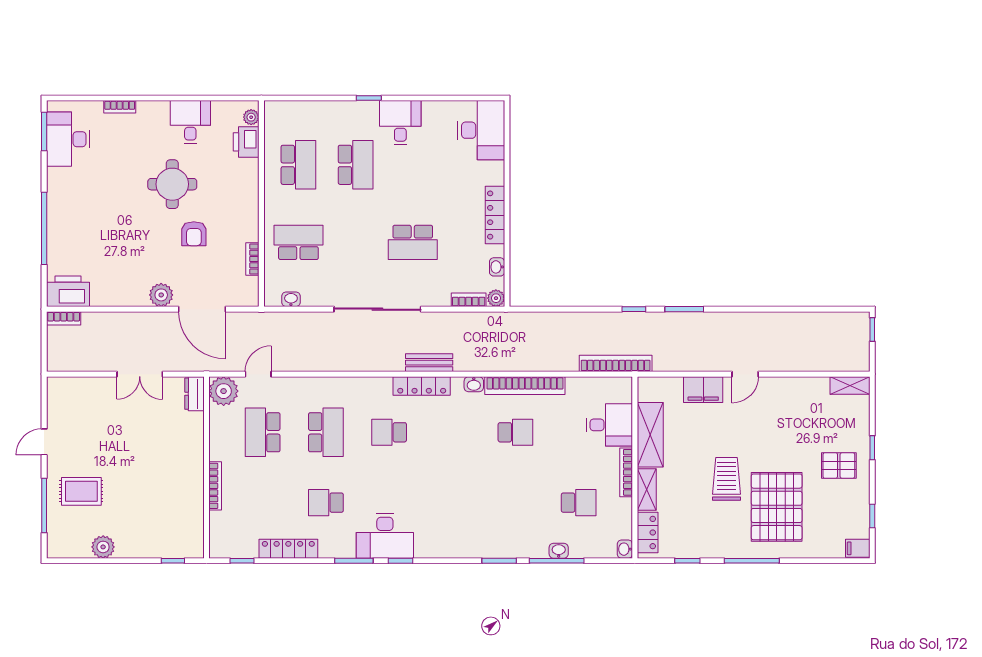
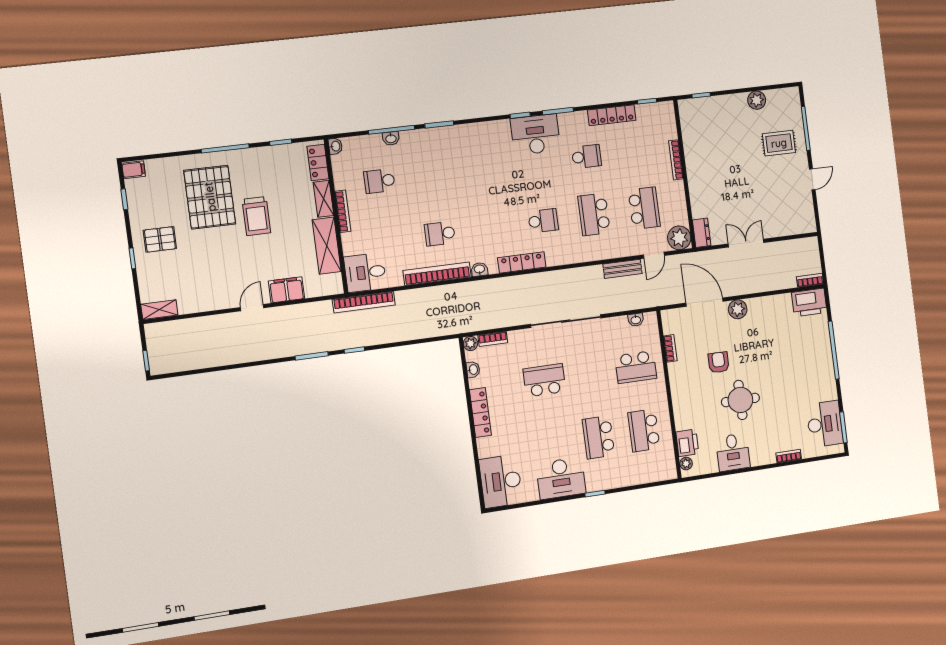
desk: (400, 123) -> (561, 478), width x1.37
bench: (429, 363) -> (622, 269), moved
desk: (609, 425) -> (365, 273), moved

